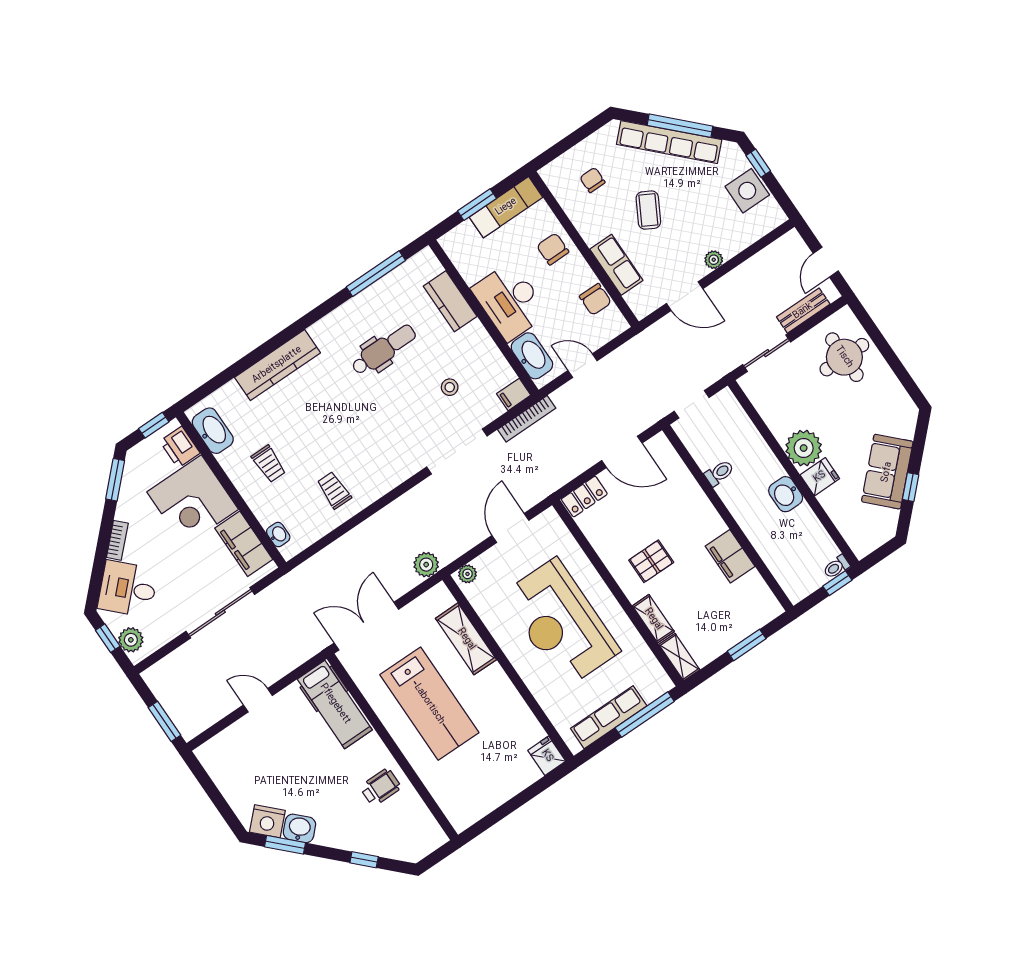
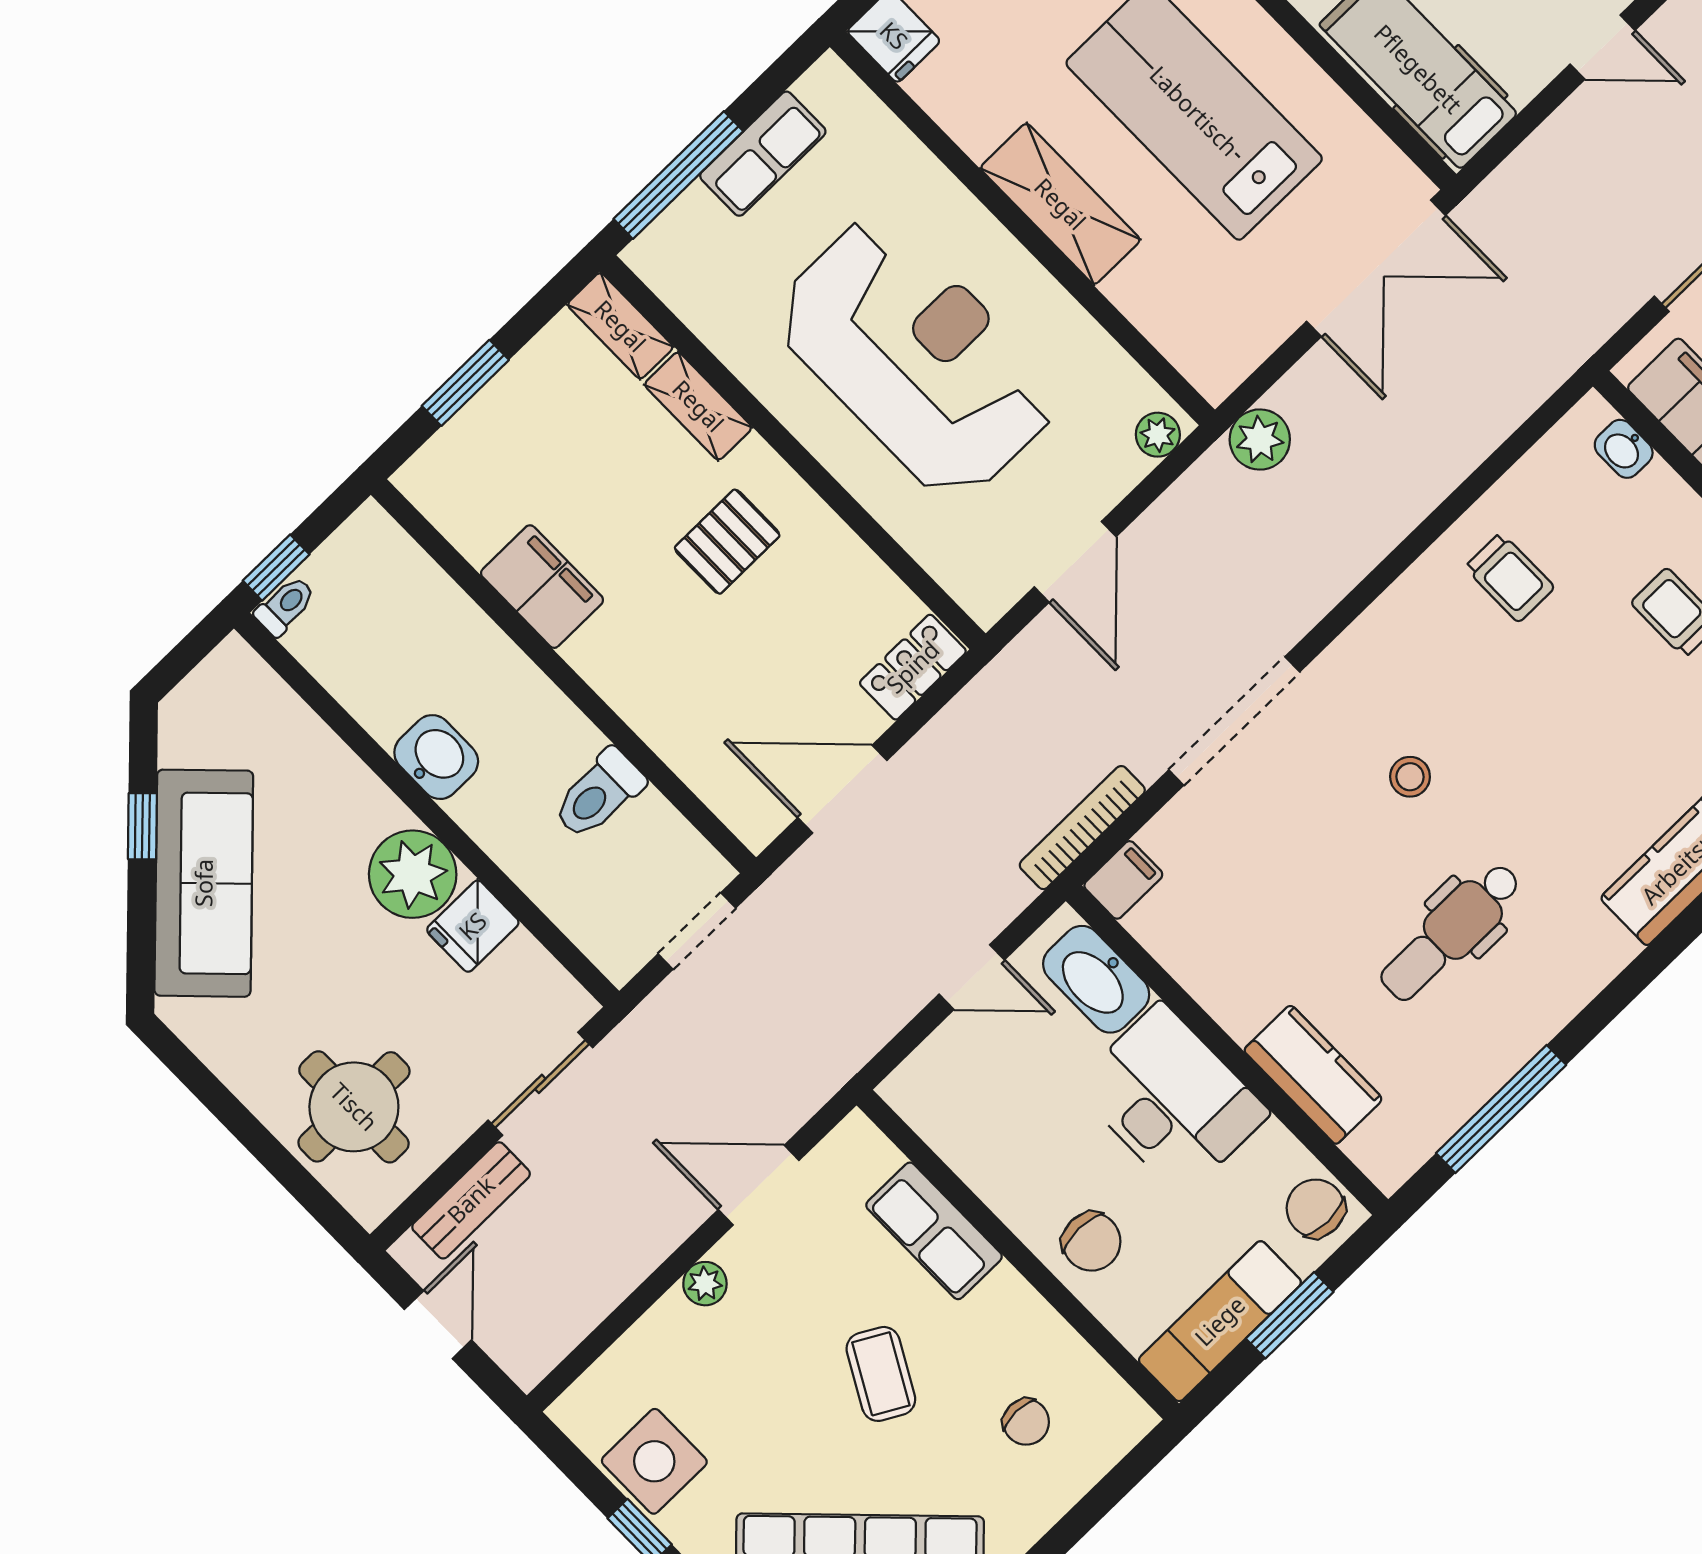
chair: (595, 299) -> (1316, 1208), moved
stool: (450, 387) -> (1410, 777), moved
sofa: (887, 472) -> (204, 883), width x1.36
toilet: (719, 473) -> (599, 794), width x1.37, depth x1.39
fridge: (820, 477) -> (473, 926), moved
shelving: (466, 639) -> (1060, 204), moved
row of seats: (609, 717) -> (763, 154), width x0.68

